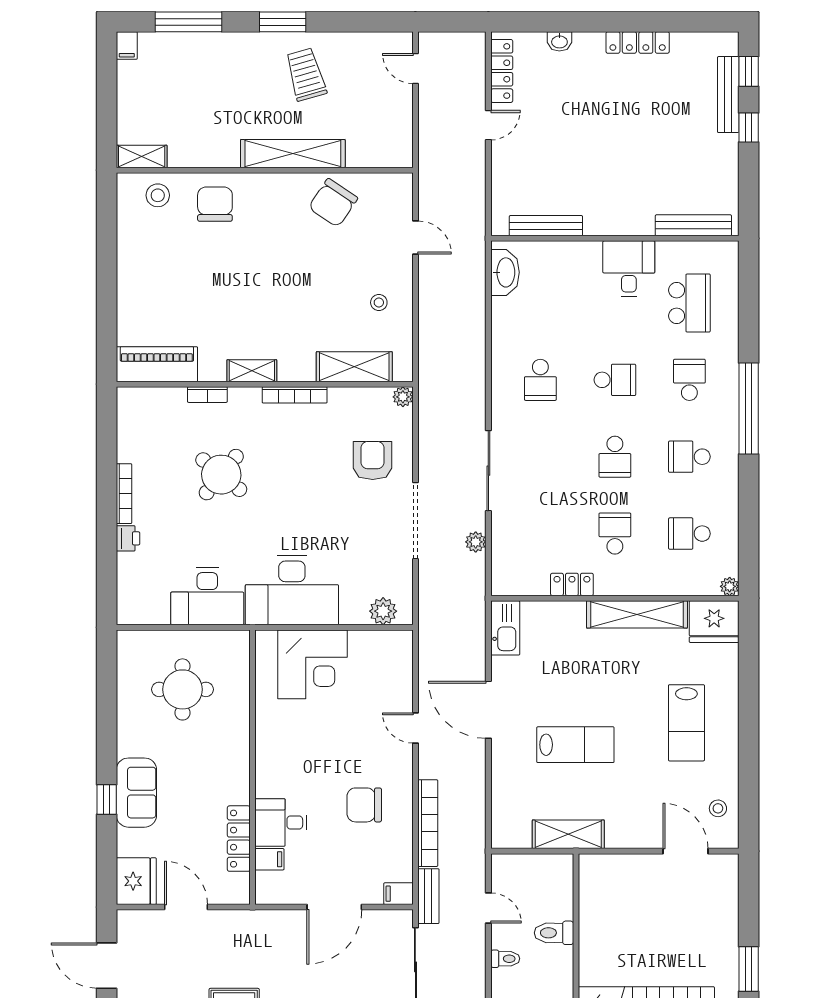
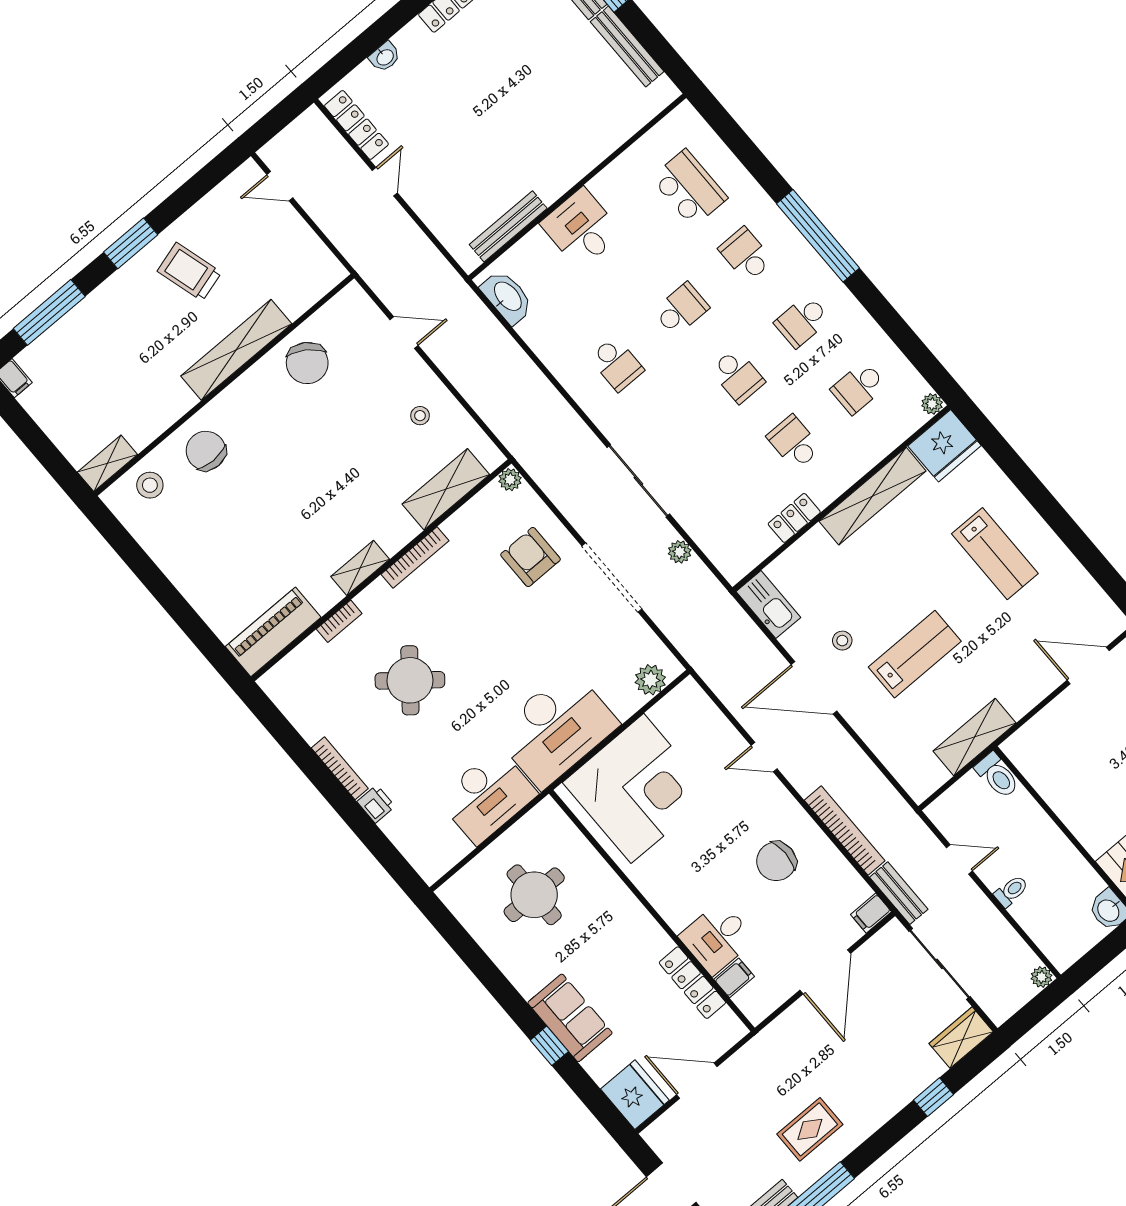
bench: (693, 225) -> (627, 47), moved, turned 90
desk: (629, 269) -> (581, 228), moved
corner desk: (312, 664) -> (637, 788), width x1.36, depth x1.36
stool: (718, 808) -> (842, 641), moved
toilet: (554, 933) -> (997, 775), moved, turned -90

